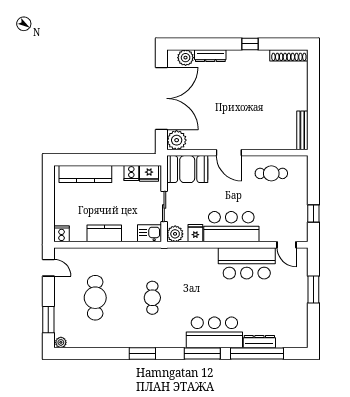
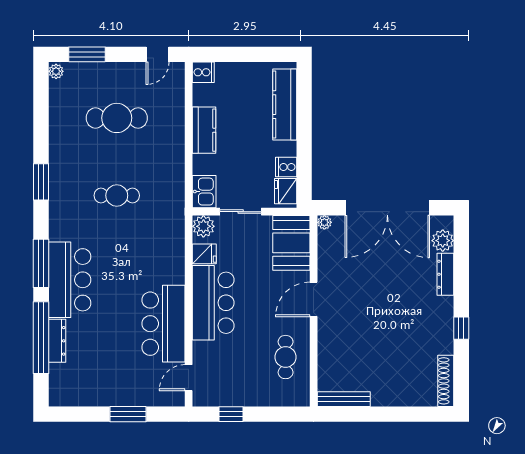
plant: (177, 140) -> (324, 222), width x0.53, depth x0.53

